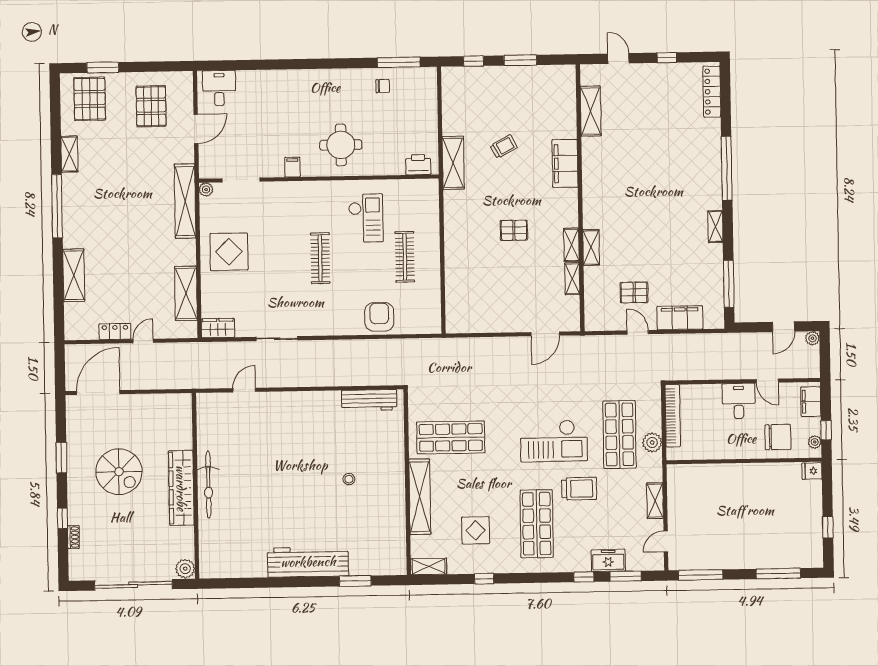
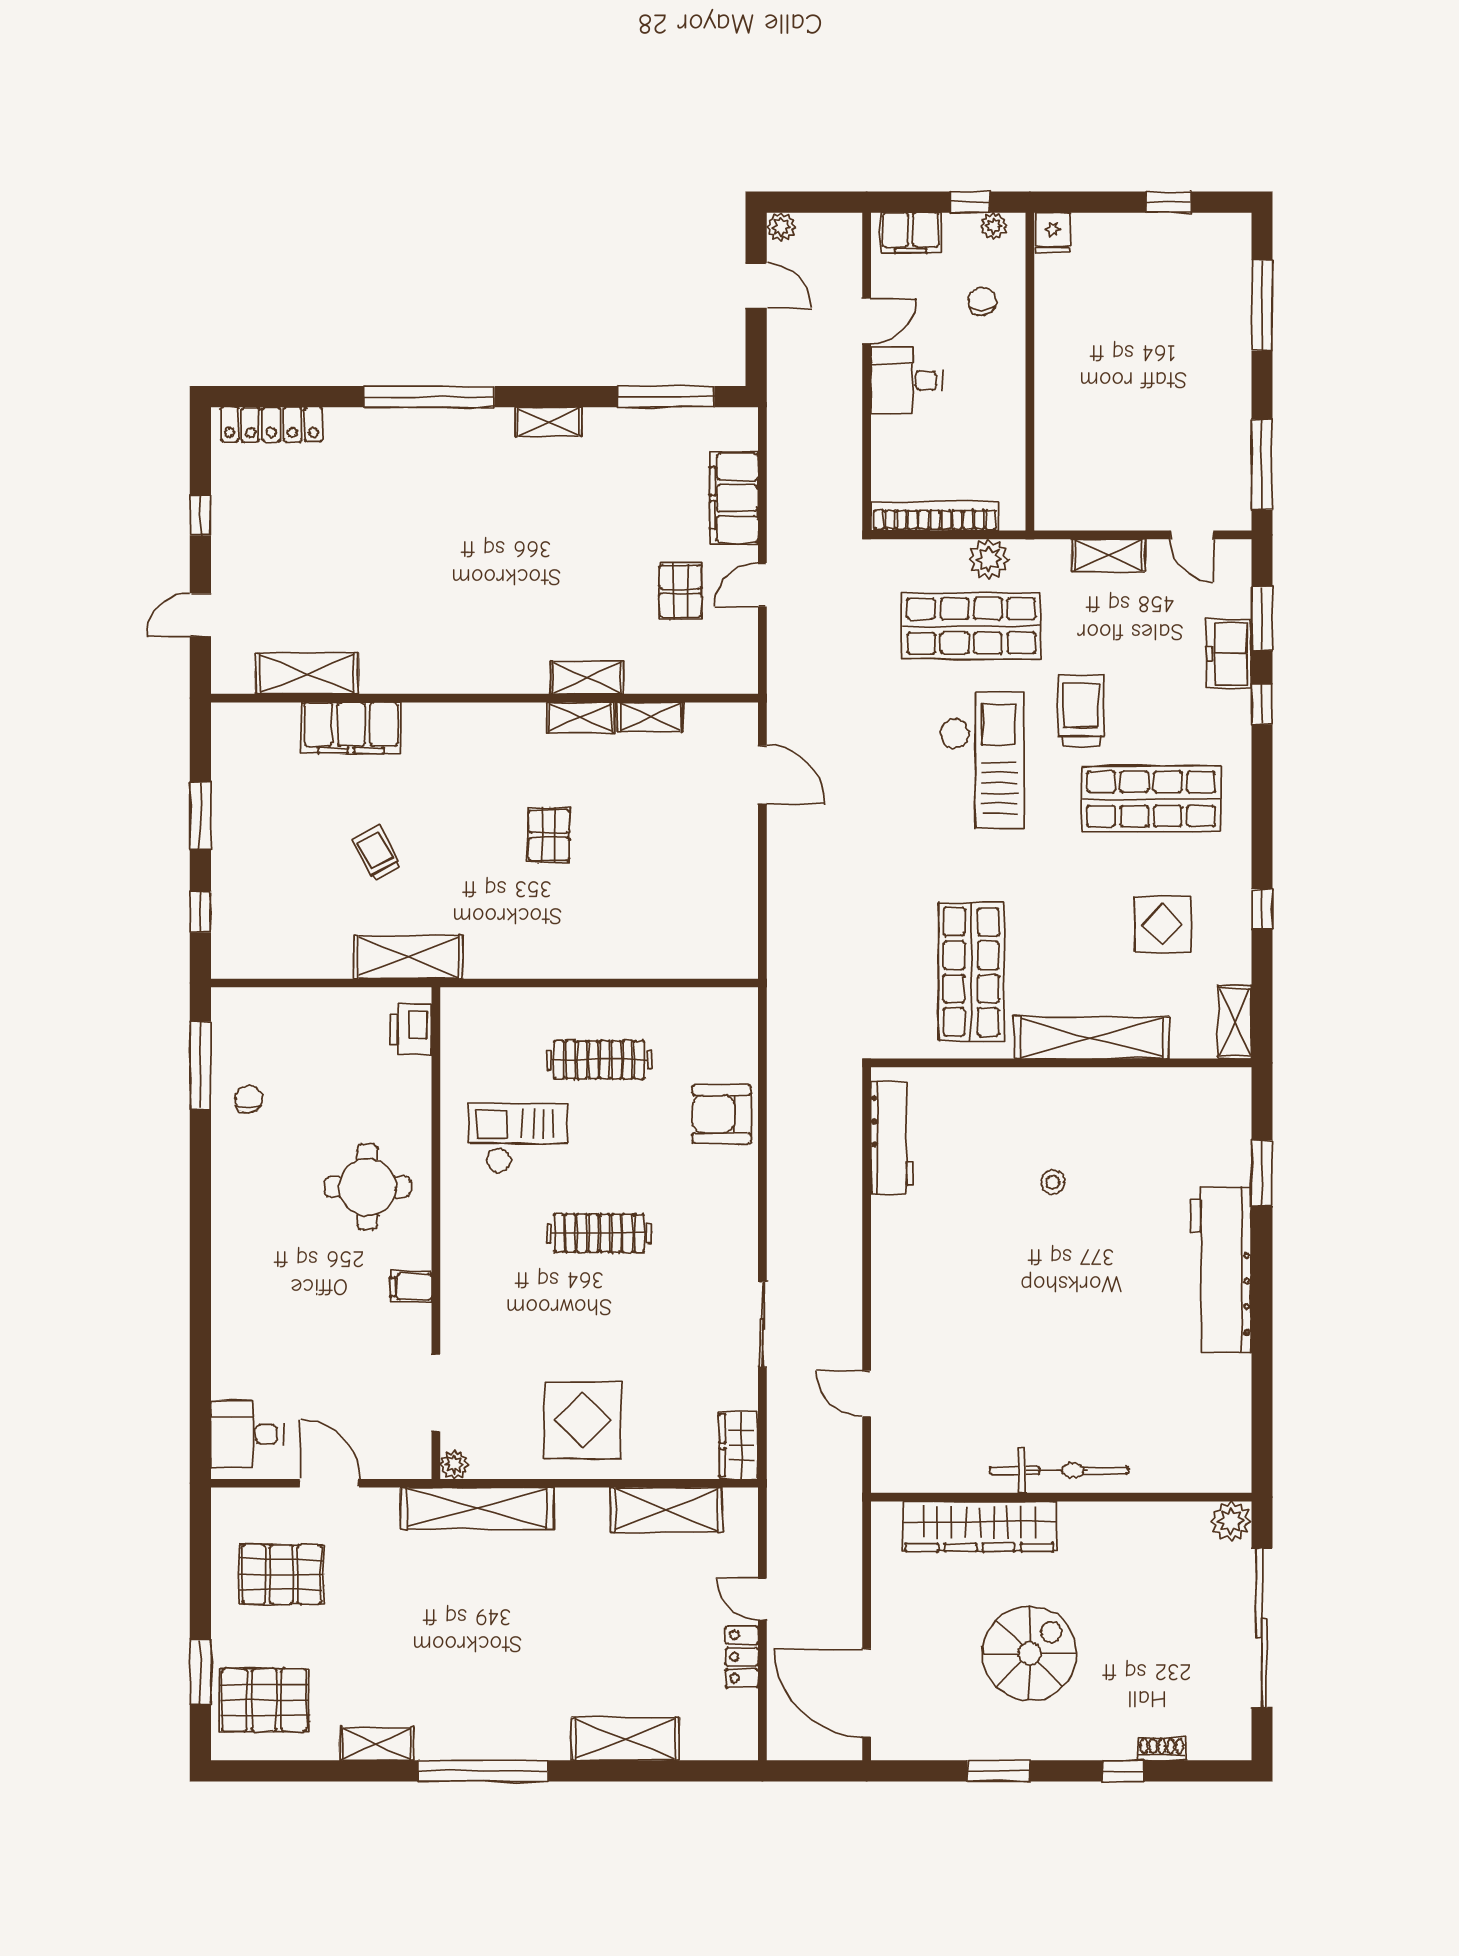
filing cabinet: (565, 164) -> (351, 728), moved
chair: (778, 437) -> (982, 301), width x0.54, depth x0.54
wardrobe: (181, 488) -> (980, 1526), moved

